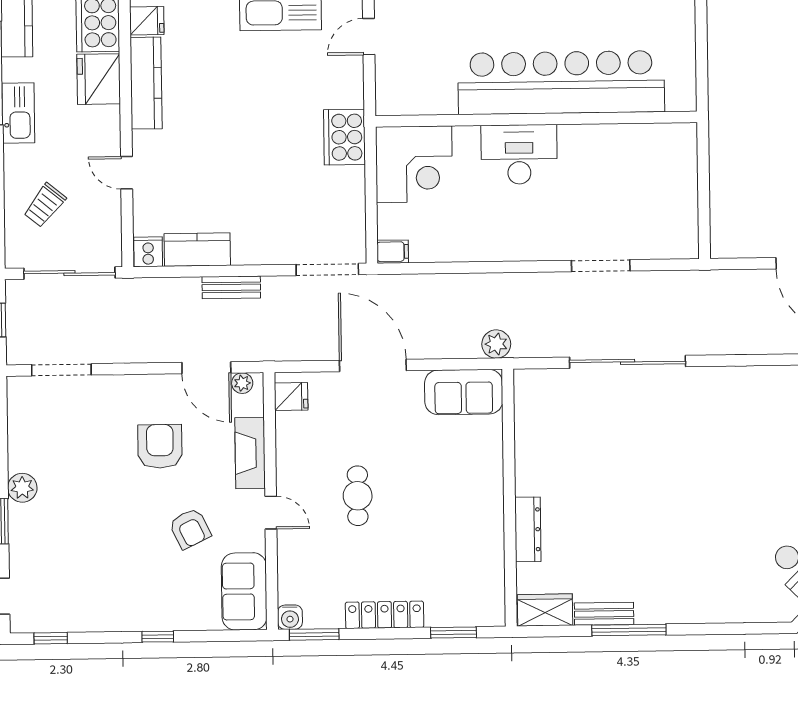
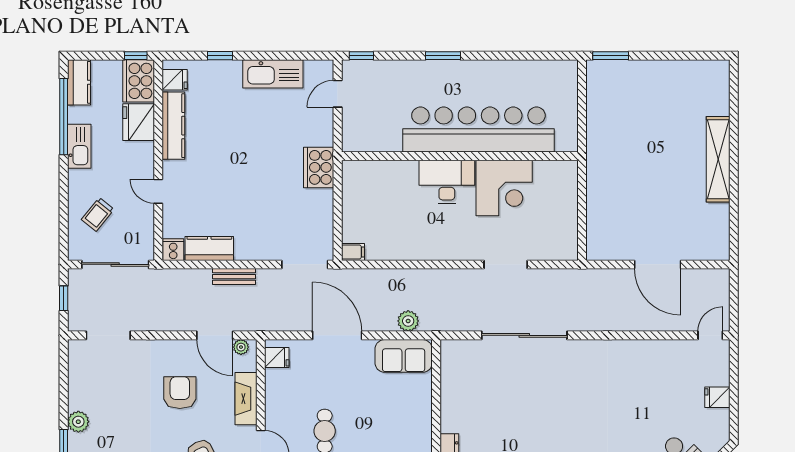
corner desk: (414, 164) -> (504, 188), moved
plant: (496, 344) -> (408, 321), moved

